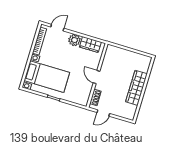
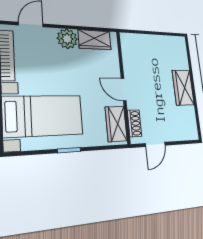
wardrobe: (137, 88) -> (183, 88), width x0.67
wardrobe: (84, 94) -> (116, 124), added

